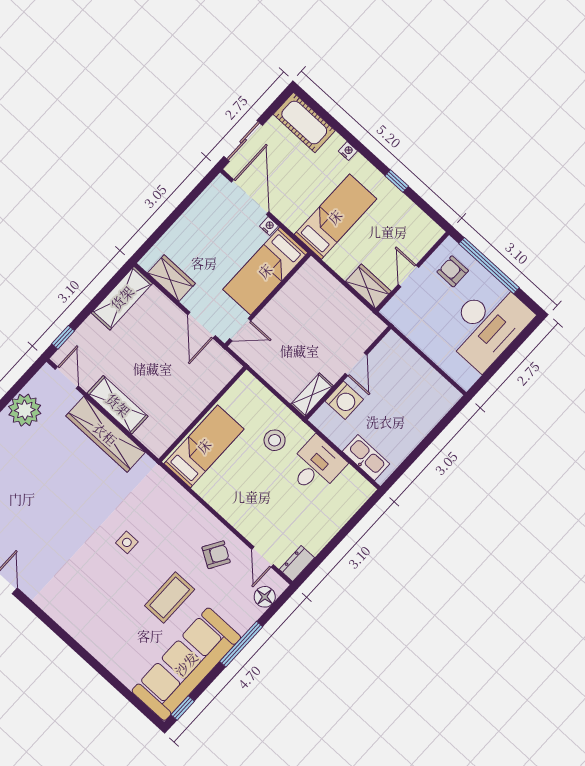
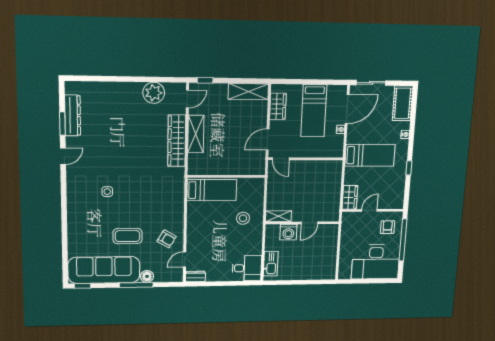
bed: (265, 271) -> (314, 111), moved, turned -90
desk: (316, 466) -> (247, 268), moved
side table: (127, 542) -> (107, 192), moved
floor lamp: (265, 597) -> (147, 276), moved

